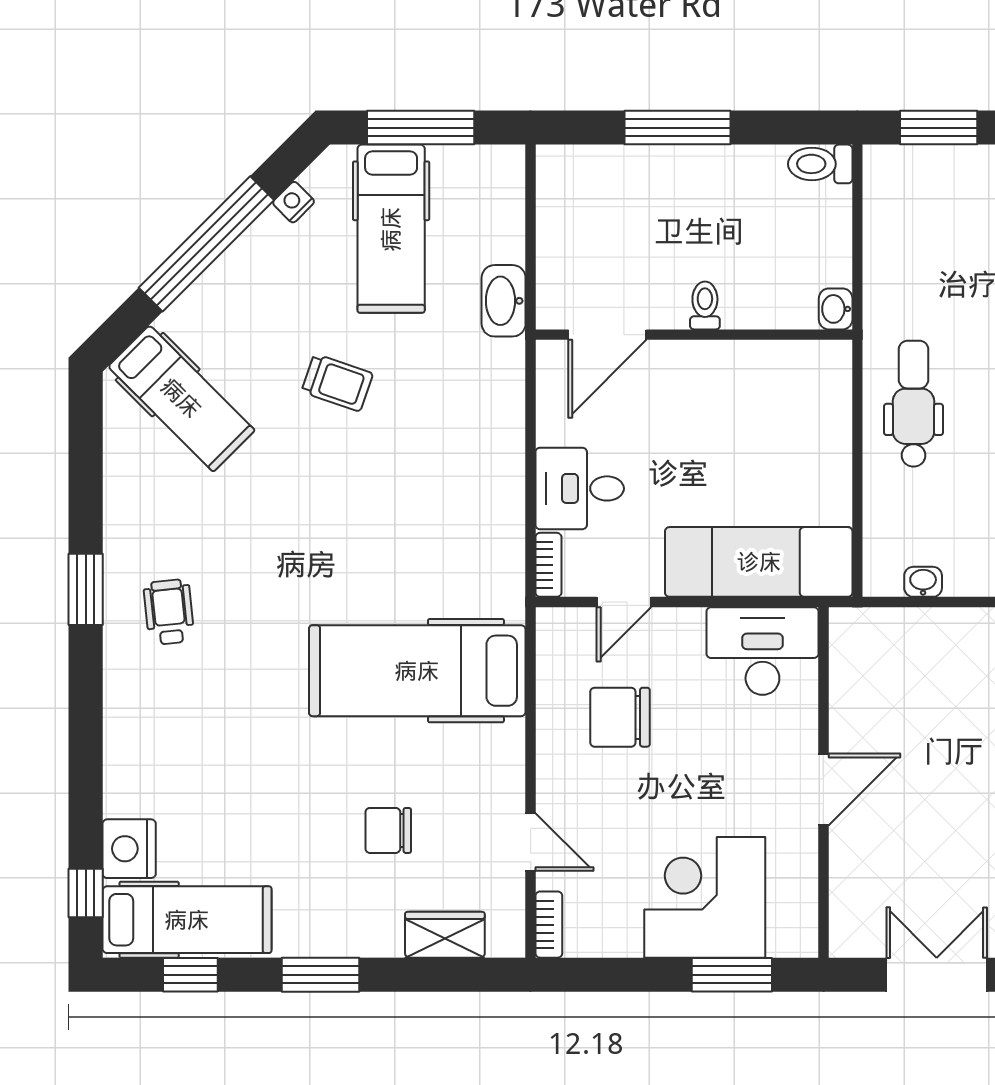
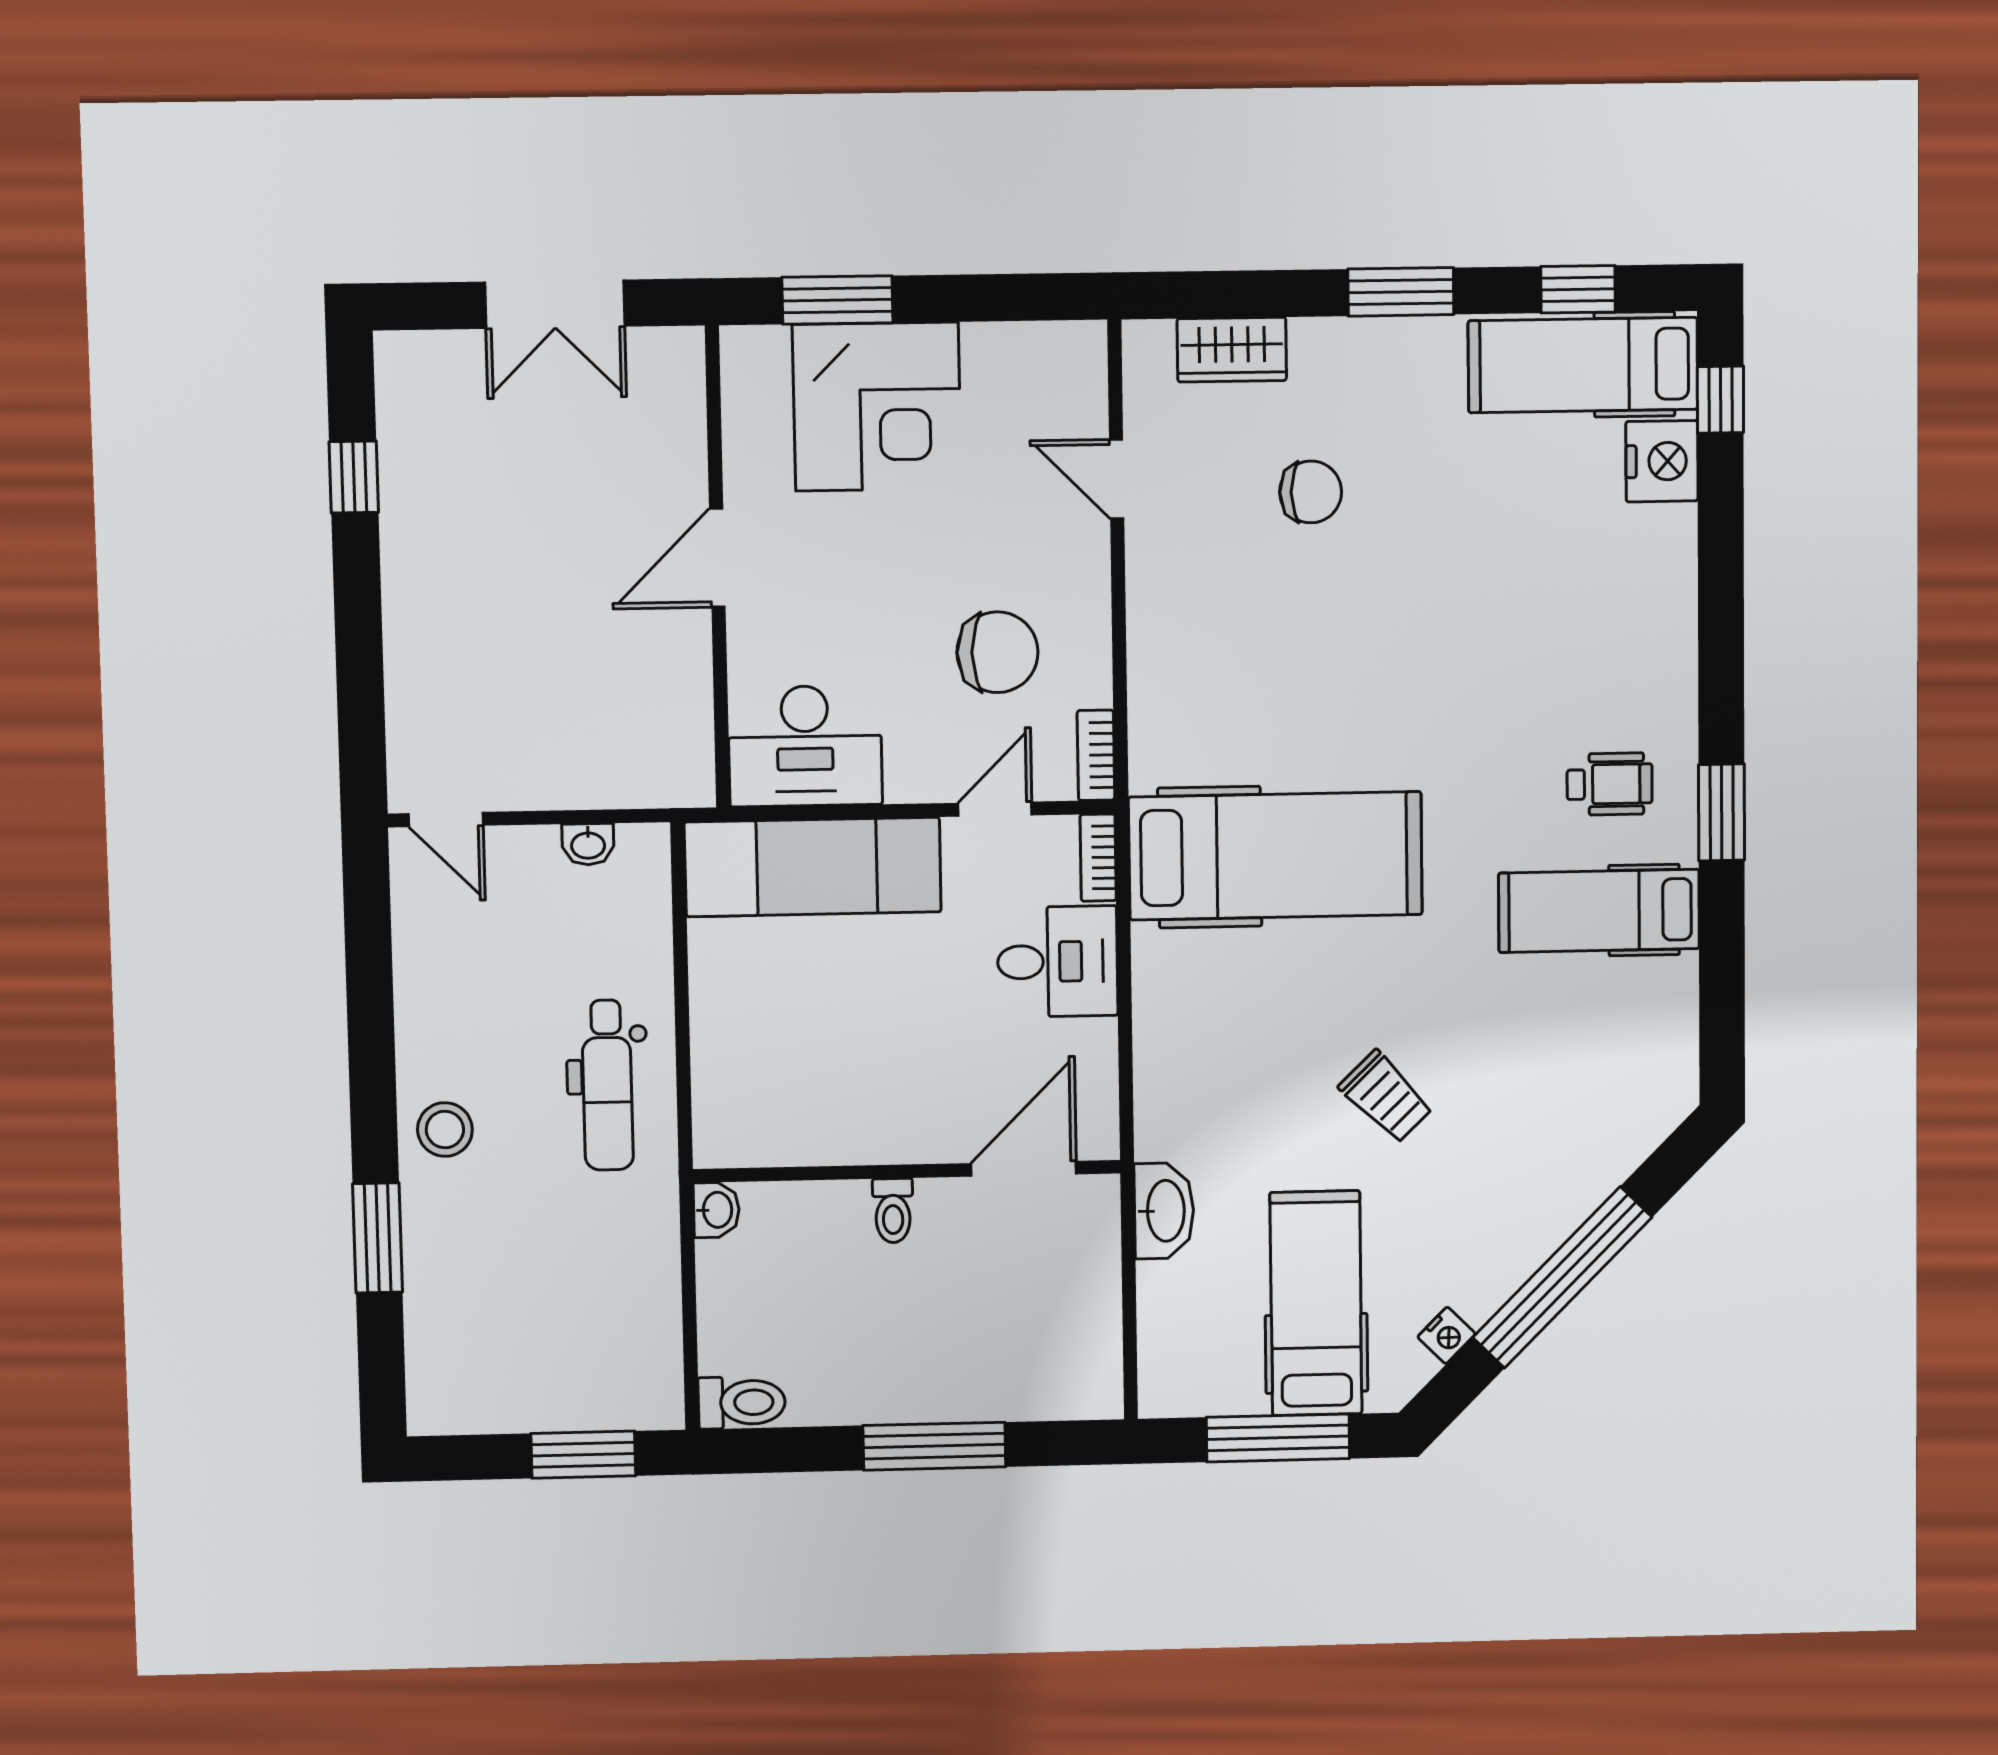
trolley: (337, 383) -> (1386, 1097), turned -153
hospital bed: (181, 398) -> (1599, 911), moved, turned -45
wheelchair: (169, 612) -> (1610, 784), turned -84
hospital bed: (417, 671) -> (1276, 856), moved
bookcase: (549, 925) -> (1096, 755), moved

